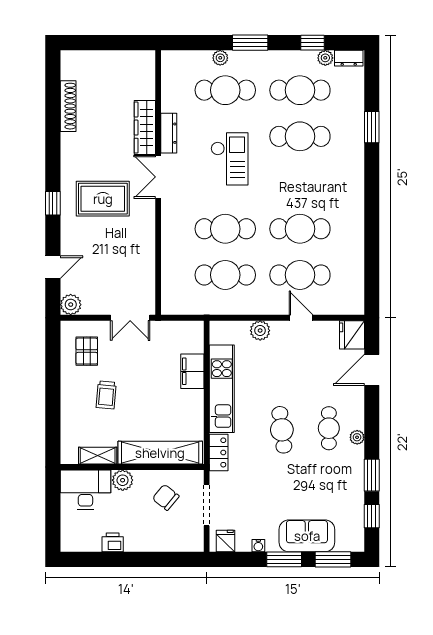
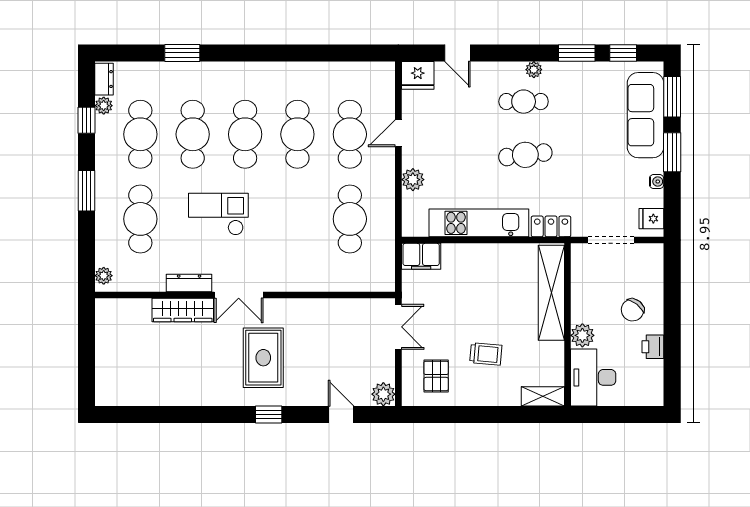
plant: (220, 58) -> (104, 276), moved
shoe rack: (68, 106) -> (158, 397), removed
cafe table: (225, 229) -> (245, 134), moved
pallet: (87, 351) -> (436, 376), turned 90
door: (372, 370) -> (457, 53), width x0.73
filing cabinet: (192, 371) -> (421, 256), moved
shelving: (98, 456) -> (543, 396), moved, turned 90
chair: (166, 497) -> (633, 310), moved
sofa: (307, 536) -> (646, 115), width x1.36

